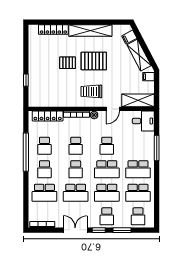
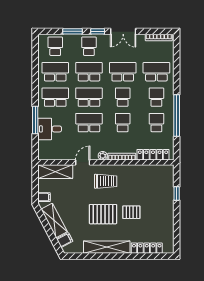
desk: (143, 121) -> (50, 129), moved
school desk: (107, 146) -> (89, 123), width x1.85

